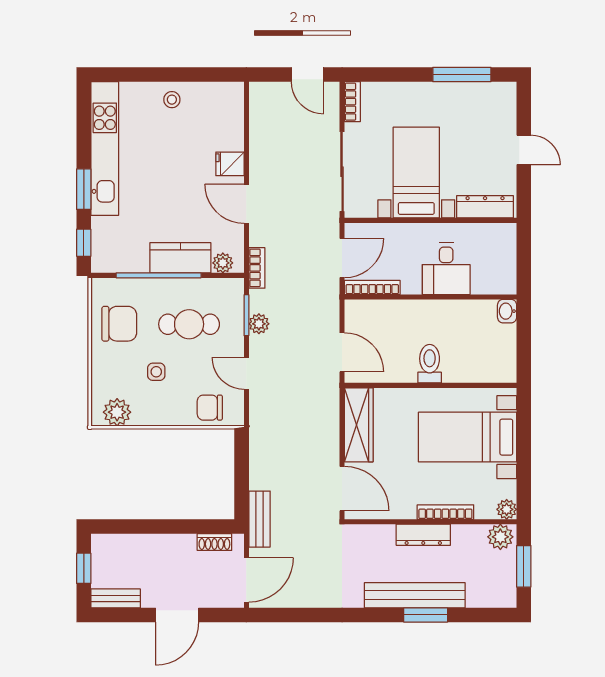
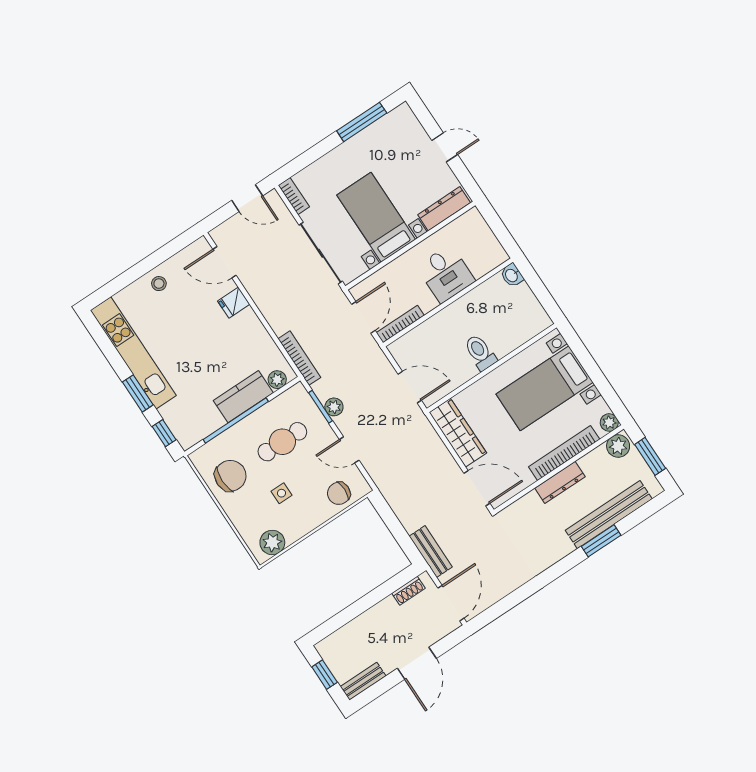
door: (246, 204) -> (224, 262), moved
bookcase: (257, 268) -> (299, 358), width x1.56
bookcase: (445, 512) -> (564, 453), width x1.48, depth x1.31
bench: (415, 595) -> (609, 515), moved

